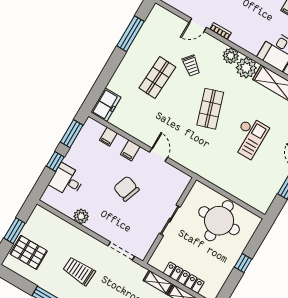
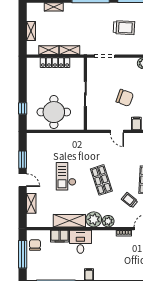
window: (243, 263) -> (23, 108), moved

